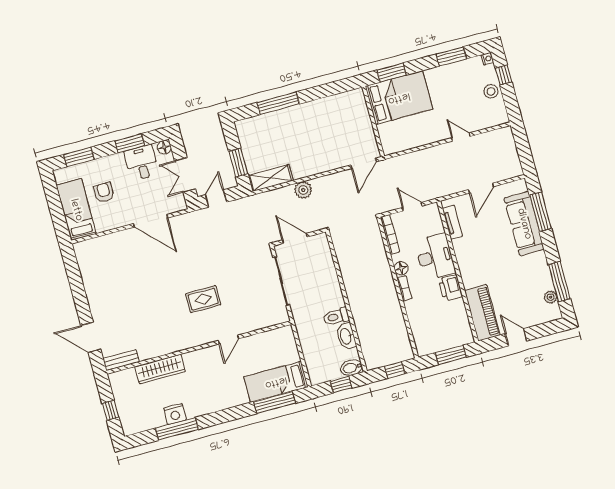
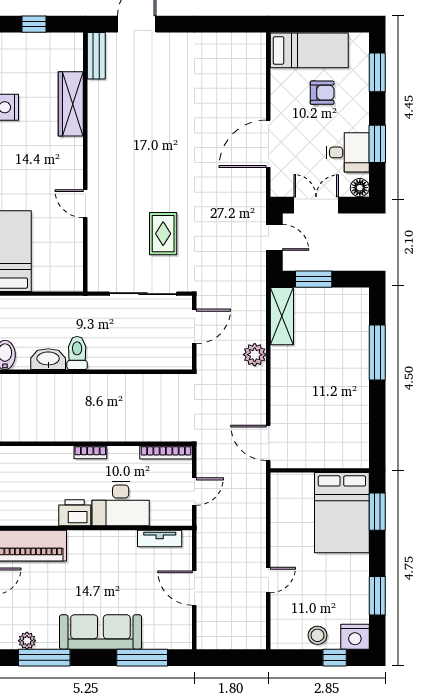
nightstand: (487, 59) -> (355, 637), width x1.89, depth x1.79
sofa: (524, 224) -> (100, 632), moved
floor lamp: (401, 268) -> (118, 455), removed
rug: (203, 299) -> (163, 234), moved

